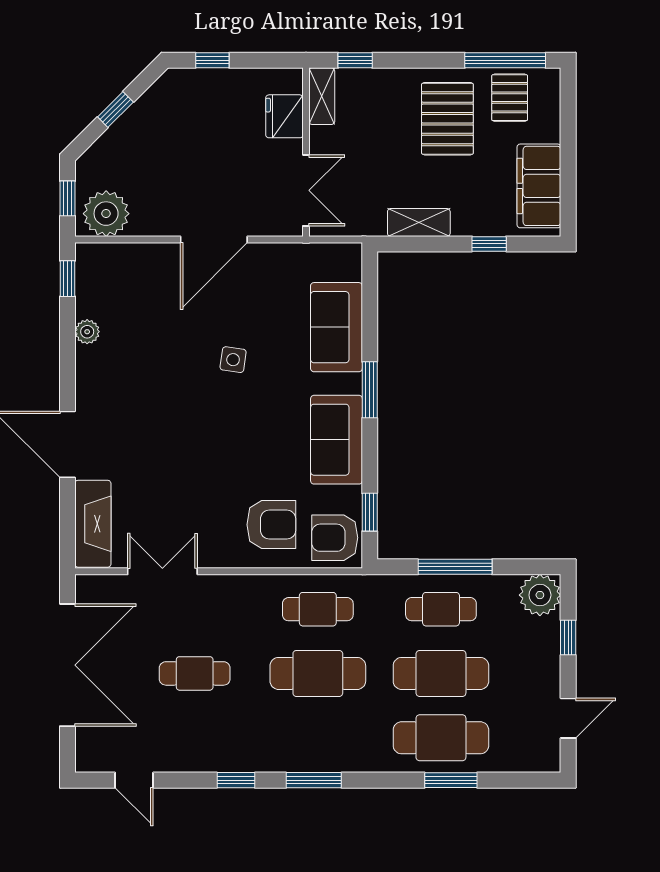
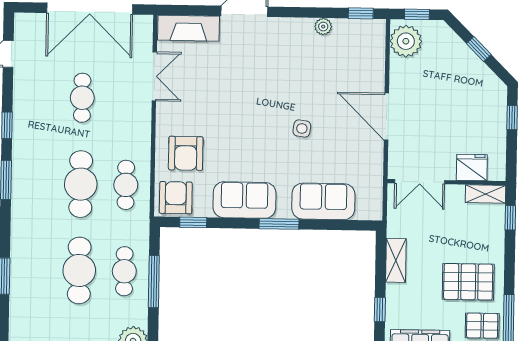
cafe table: (441, 738) -> (34, 270), removed

